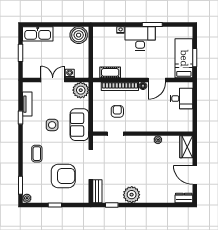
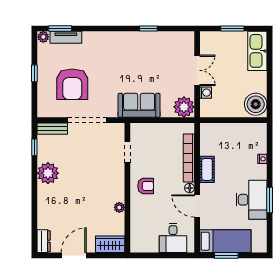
desk: (140, 38) -> (251, 200), moved
cot: (110, 72) -> (207, 169), moved
tv unit: (27, 104) -> (66, 37), moved
armchair: (117, 111) -> (146, 186), moved
side table: (52, 125) -> (139, 70), removed
coffee table: (37, 154) -> (101, 50), removed

